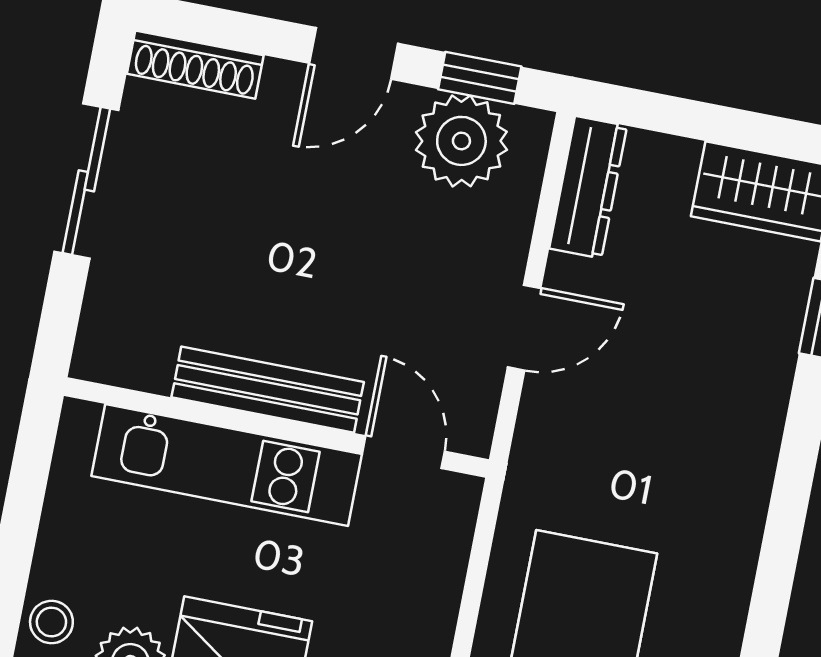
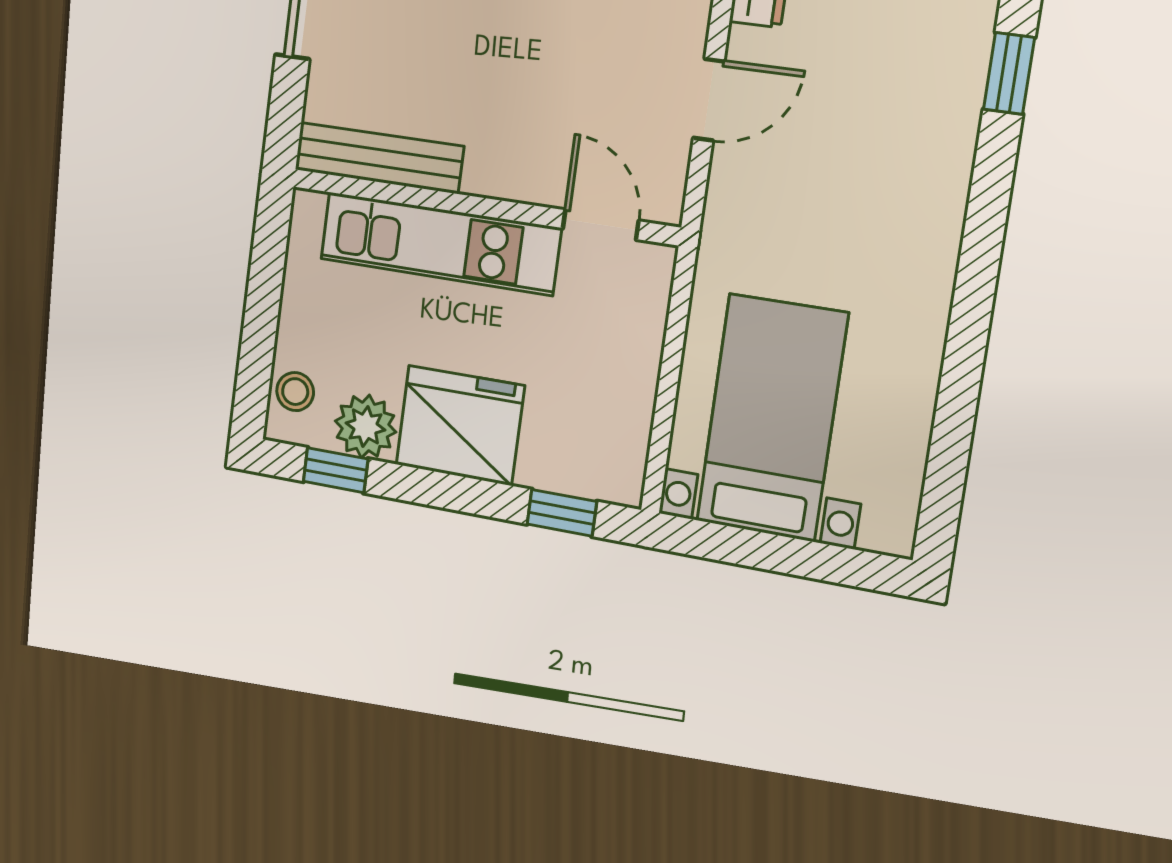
bench: (268, 390) -> (379, 158), moved

